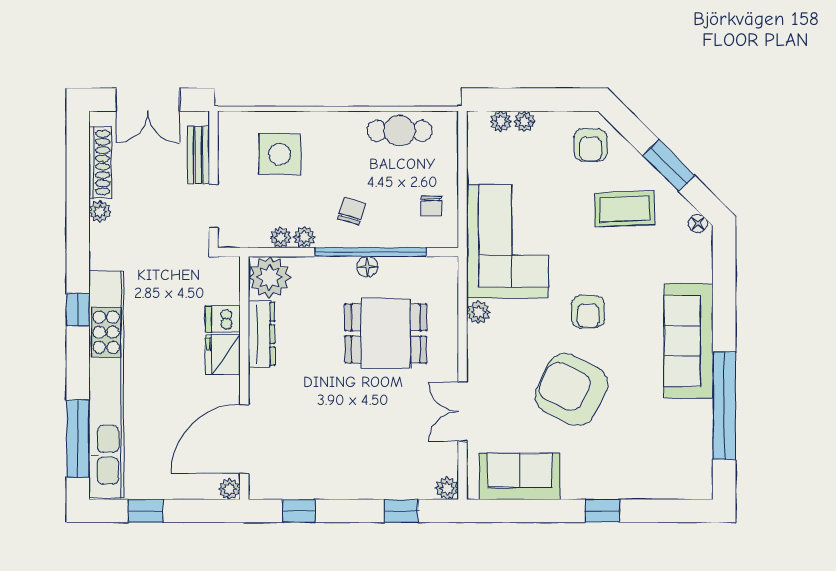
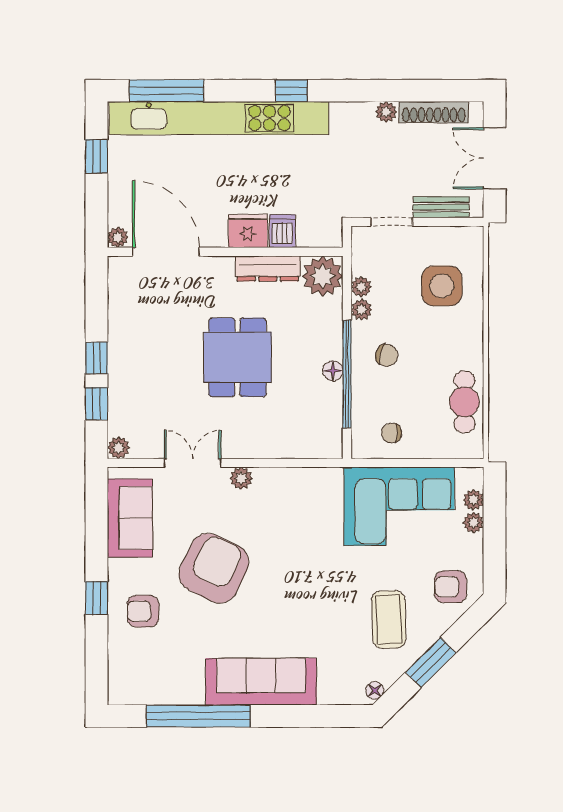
corner sofa: (507, 241) -> (399, 506), moved
plant: (478, 312) -> (241, 478), moved
armchair: (588, 312) -> (143, 611), moved
dining table: (386, 333) -> (237, 357), moved
window: (299, 511) -> (97, 358), moved

